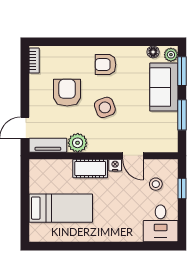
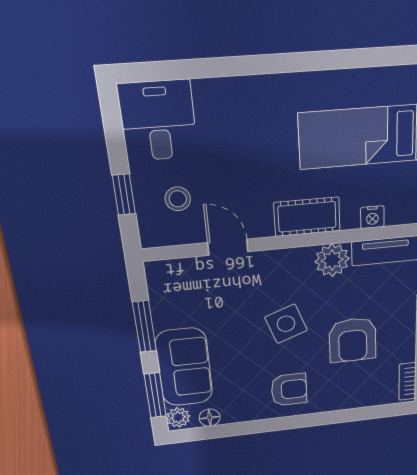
nightstand: (115, 165) -> (372, 217), moved

